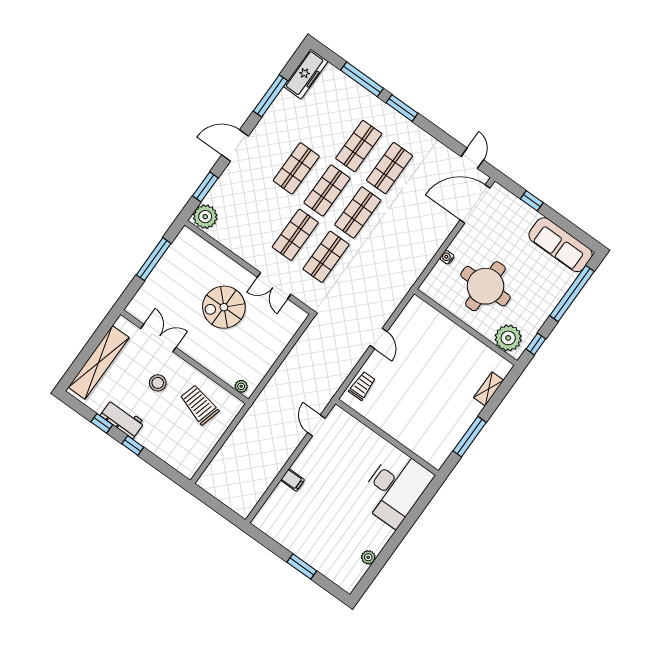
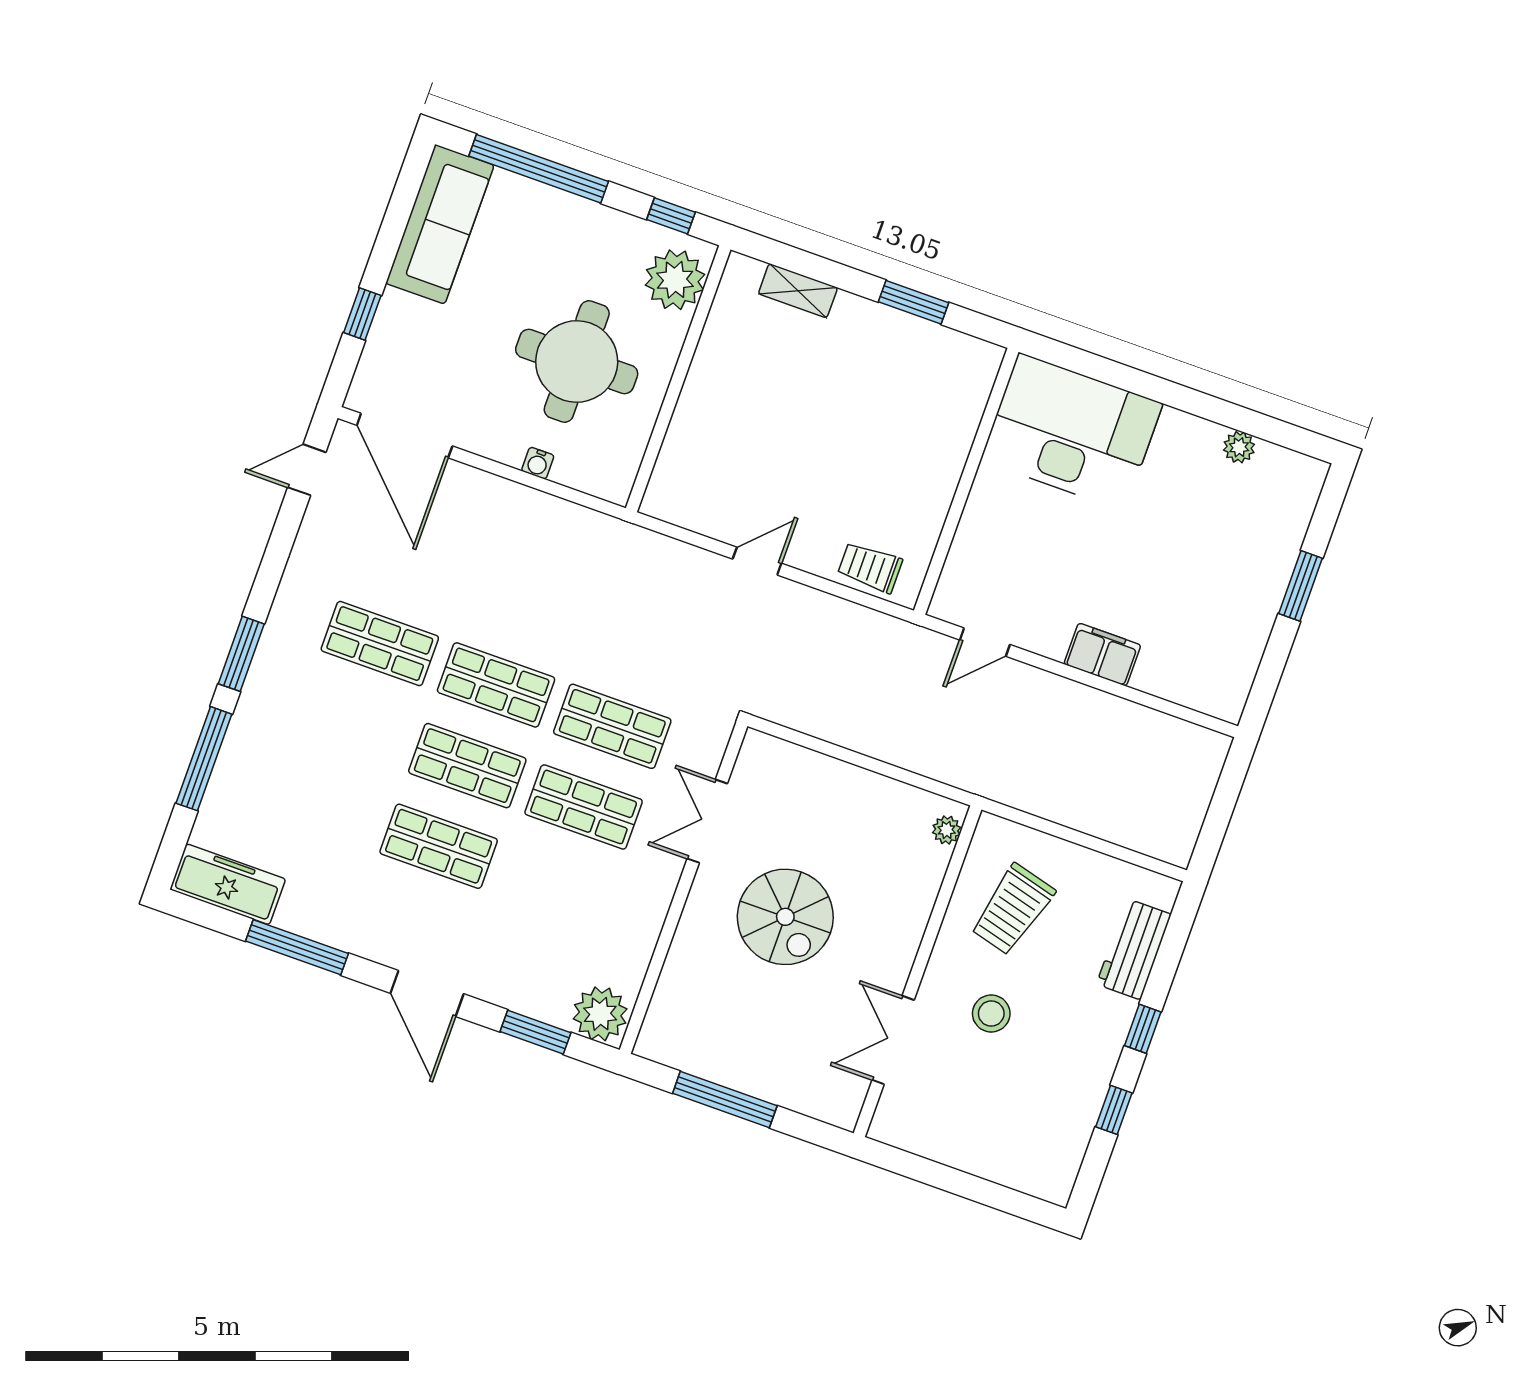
shop shelf: (359, 146) -> (351, 724), removed
double door: (274, 286) -> (707, 821), swing flipped
shelving: (99, 362) -> (983, 1155), removed
workbench: (122, 419) -> (1134, 949), moved
window: (470, 437) -> (913, 302), width x0.69
filing cabinet: (293, 480) -> (1102, 654), width x2.00

